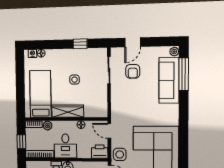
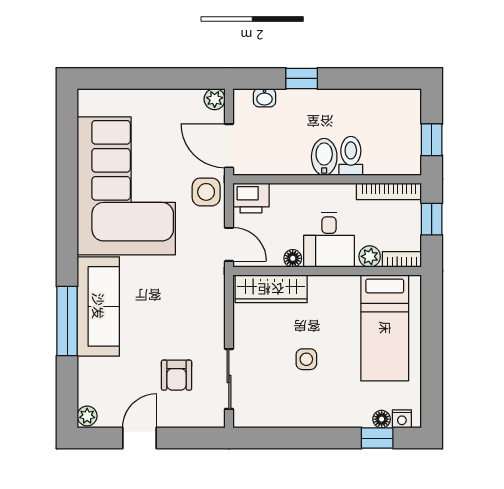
door: (133, 42) -> (140, 438), moved
window: (80, 44) -> (377, 438), moved
armchair: (133, 71) -> (176, 375), turned 180
window: (184, 74) -> (67, 321), moved
sofa: (169, 80) -> (98, 306), moved
wardrobe: (68, 111) -> (271, 289), moved
desk: (65, 146) -> (329, 240), moved, turned 180

